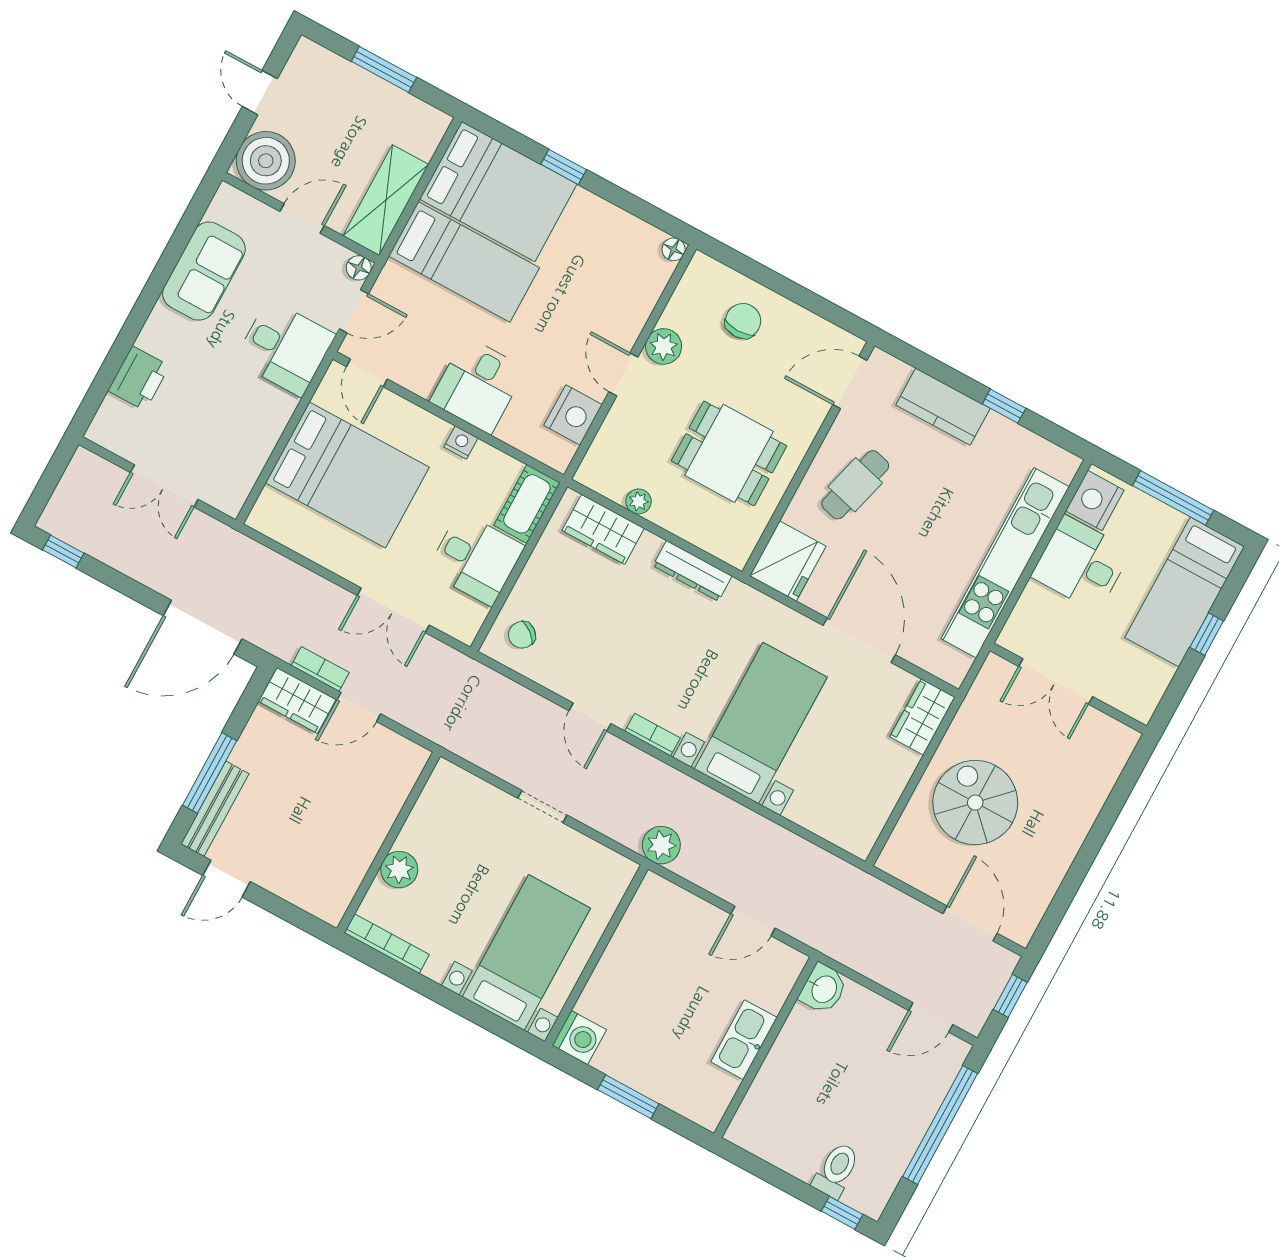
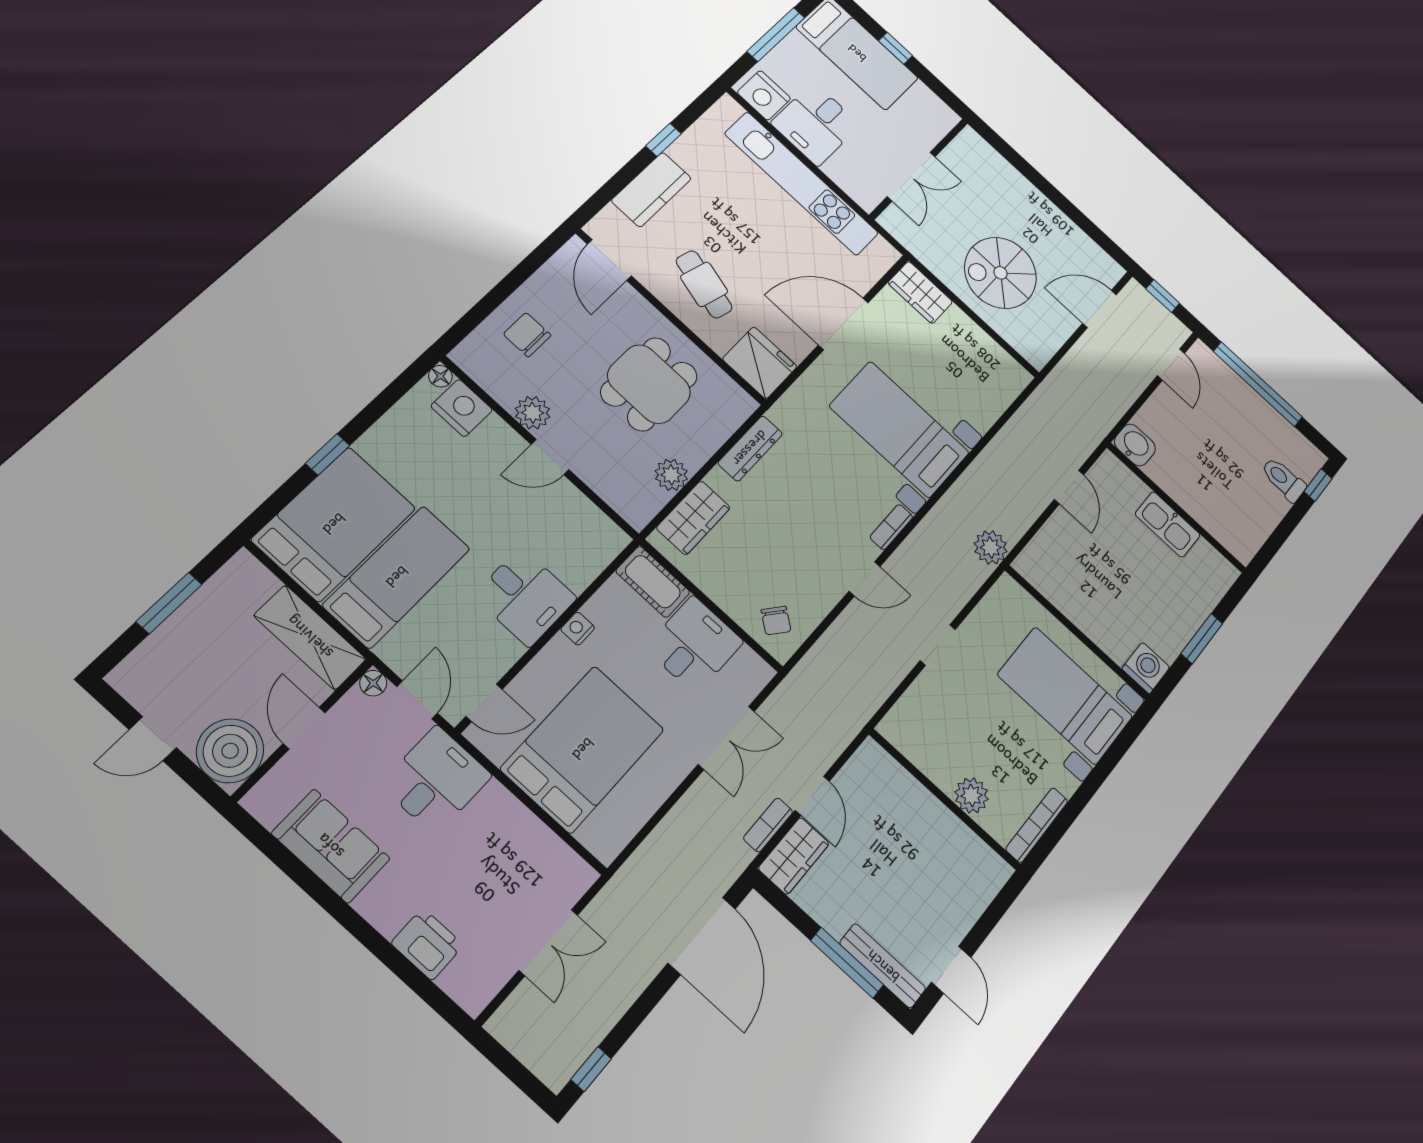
nightstand: (573, 415) -> (462, 408), moved
plant: (639, 501) -> (671, 475), width x1.38, depth x1.38

